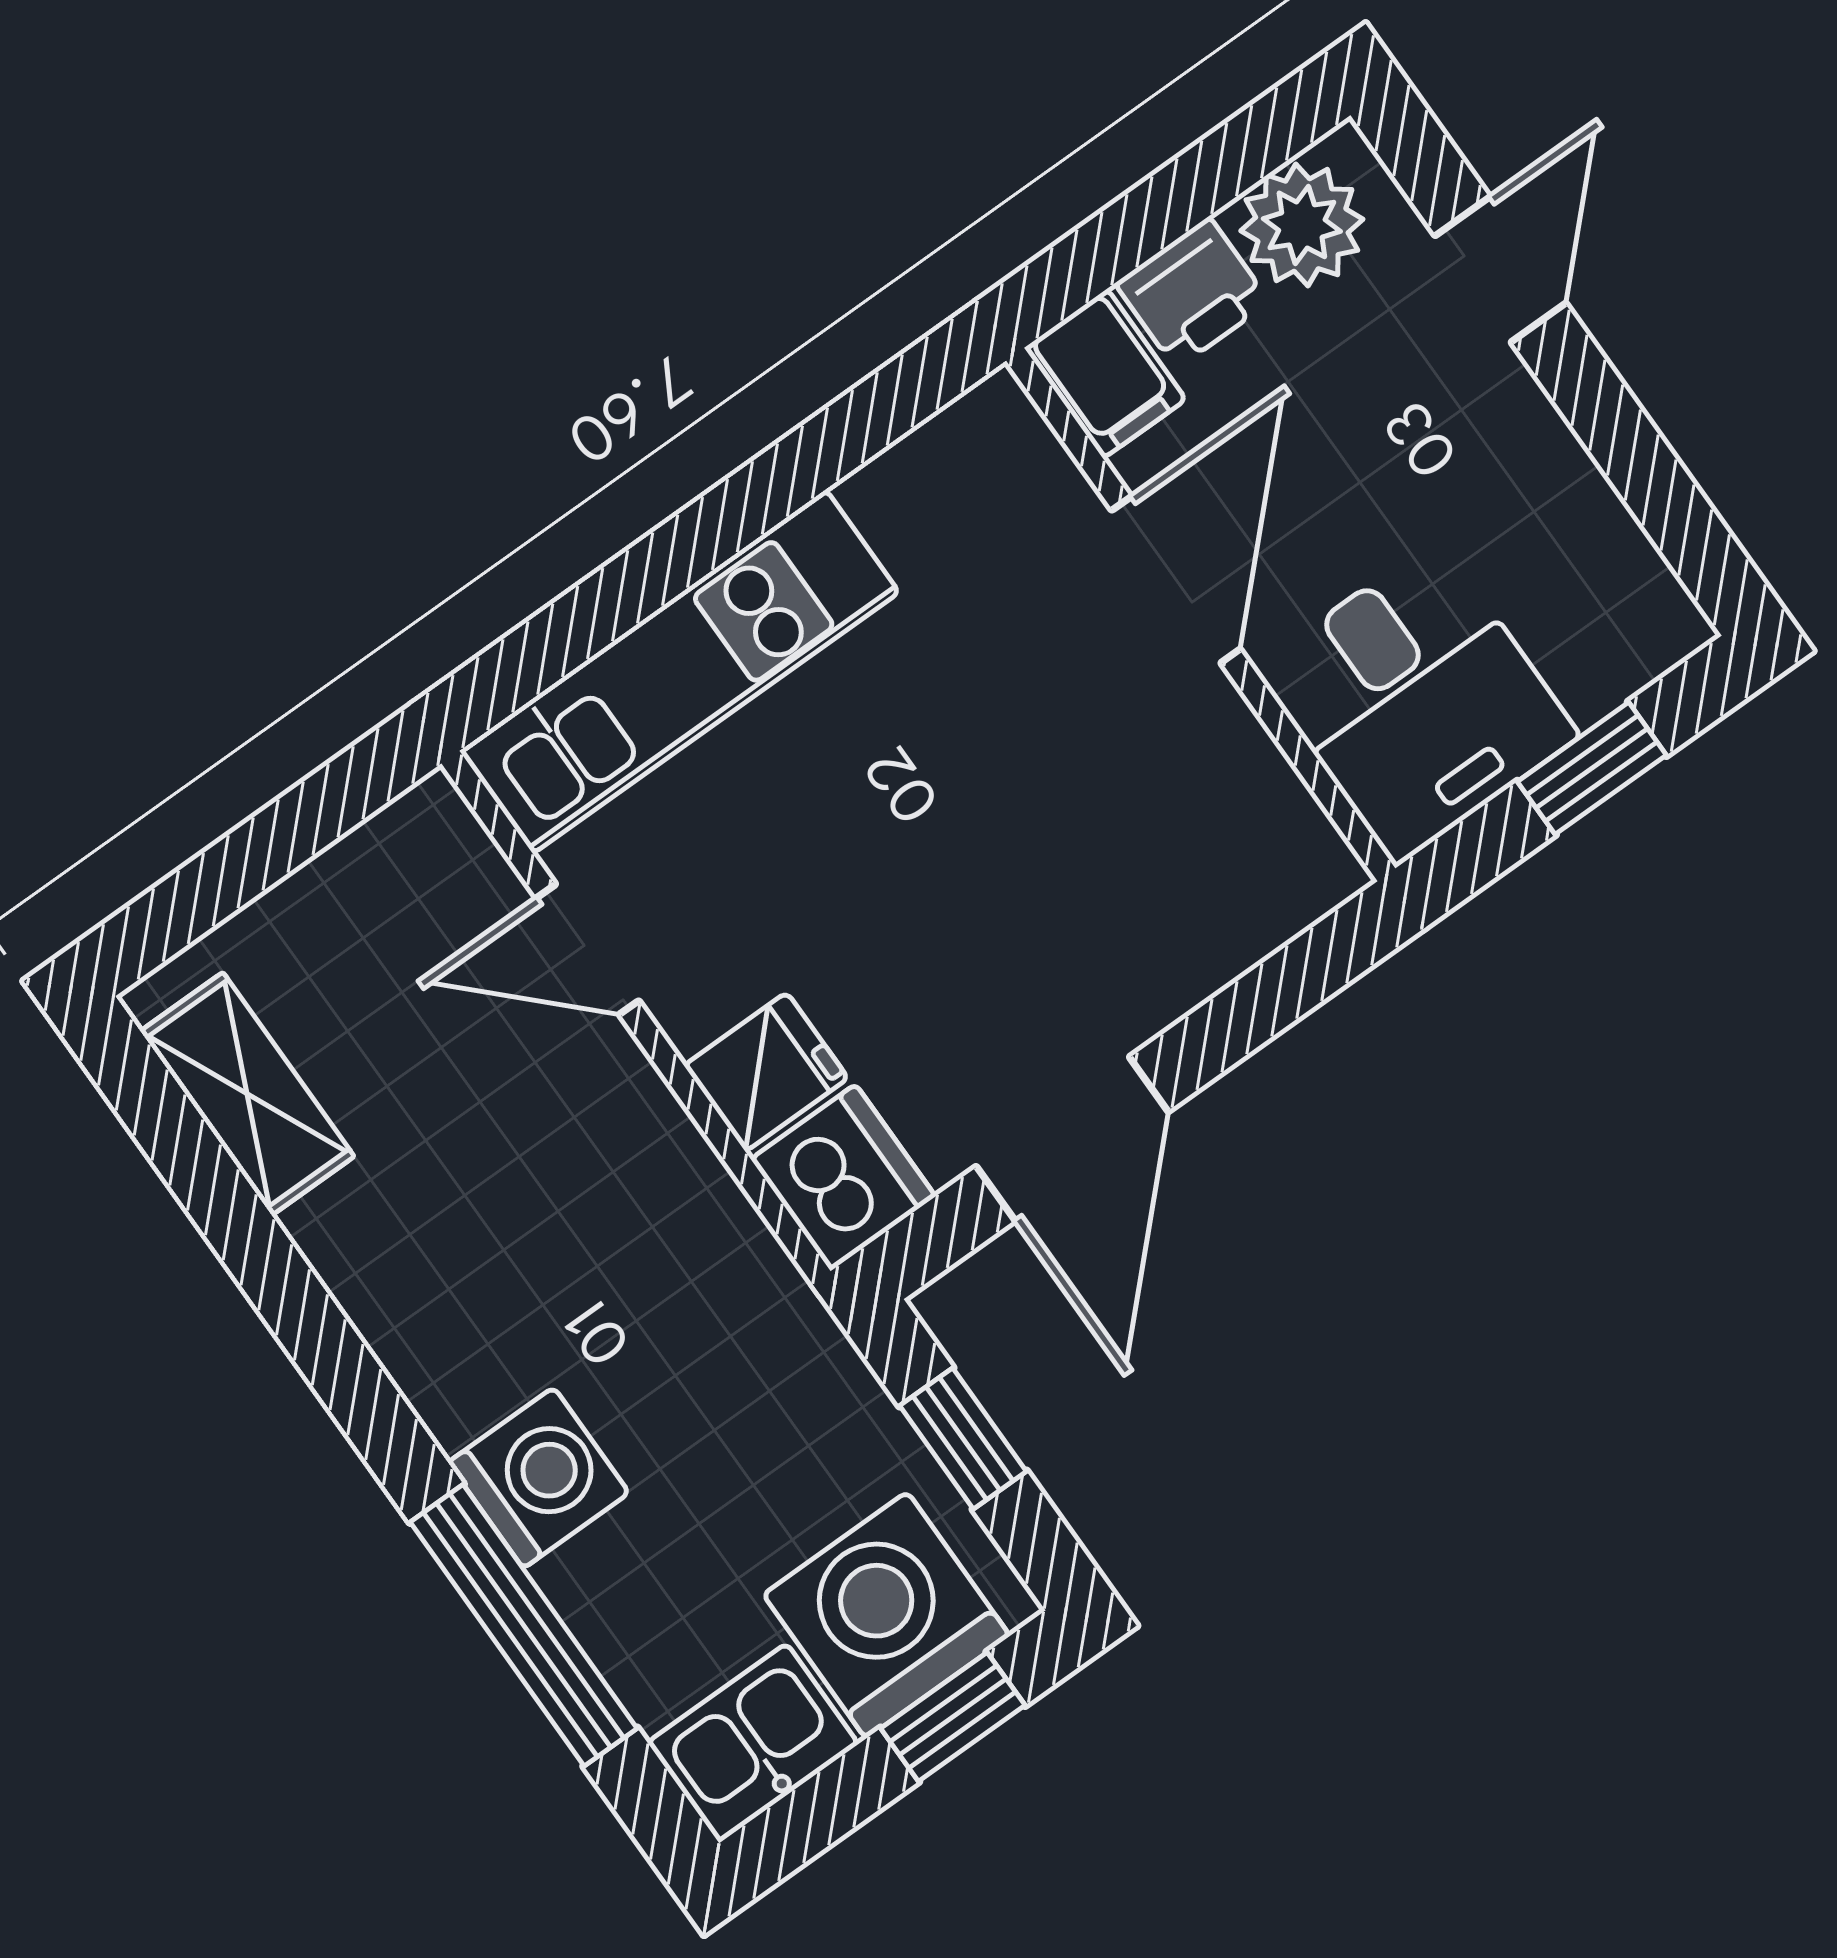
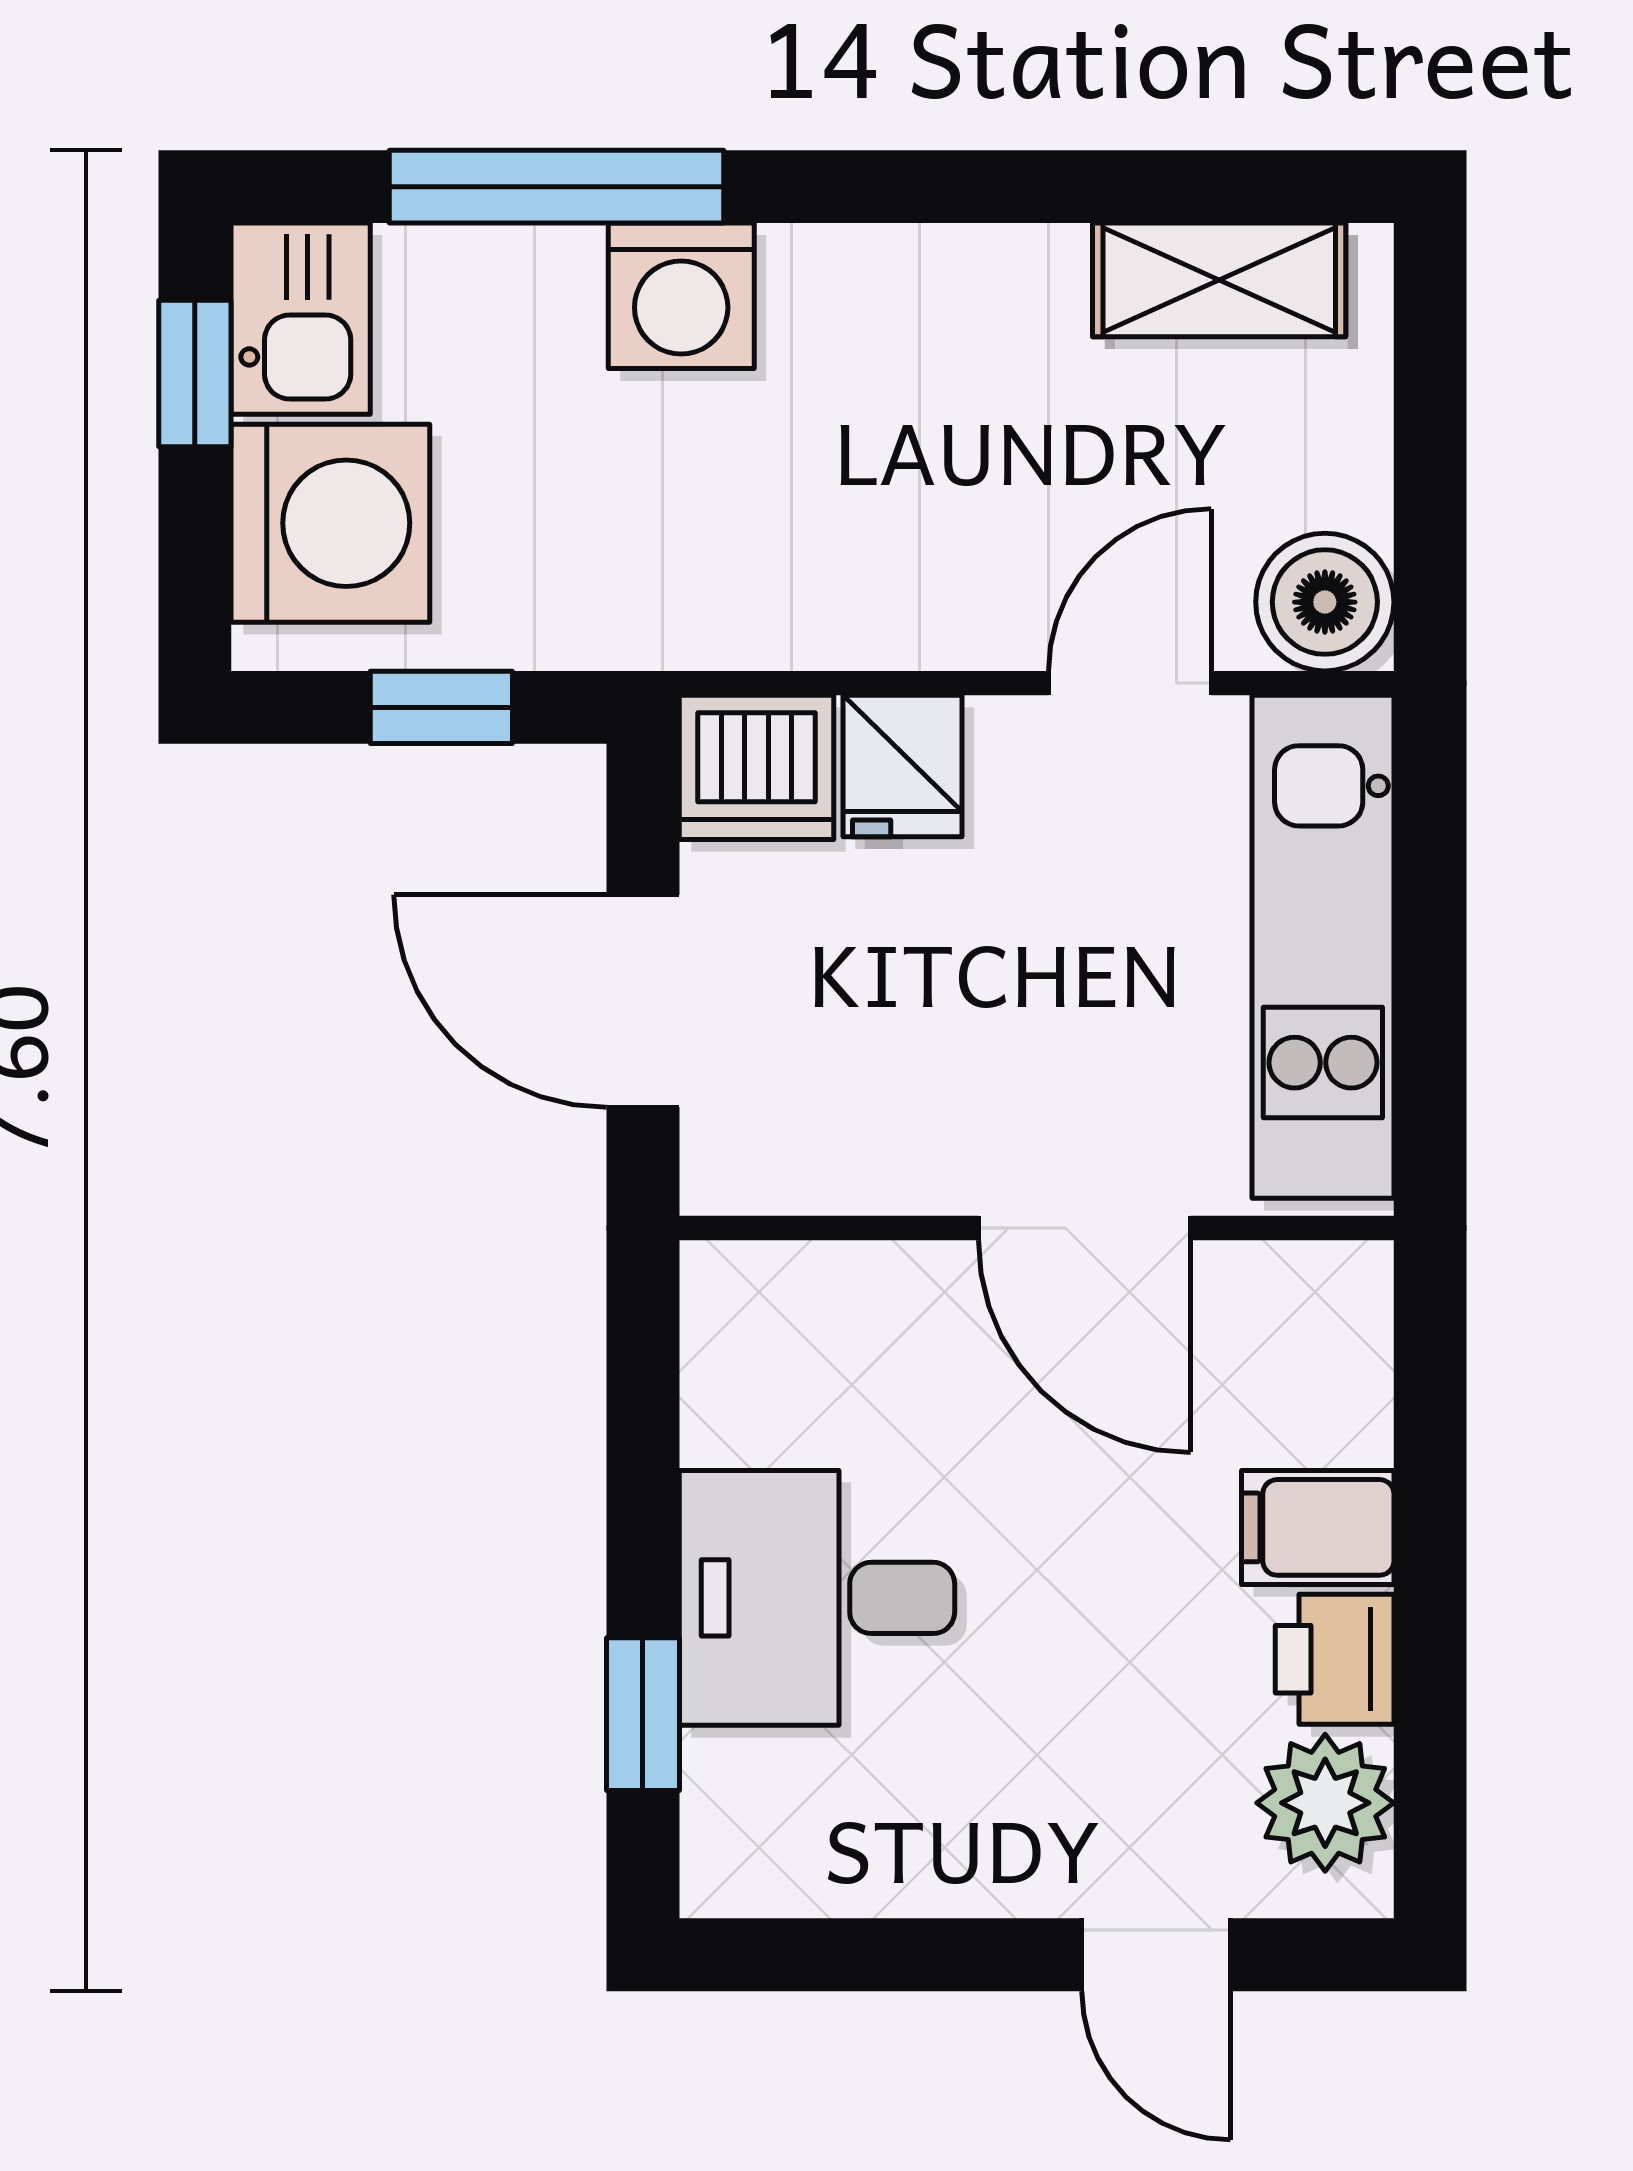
door: (1176, 580) -> (1084, 1228), moved
wall: (1201, 614) -> (1037, 1228), moved
boiler: (427, 849) -> (1325, 602), added
window: (953, 1717) -> (195, 373), moved

